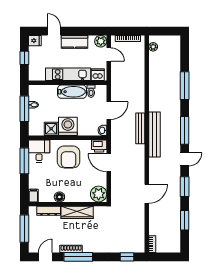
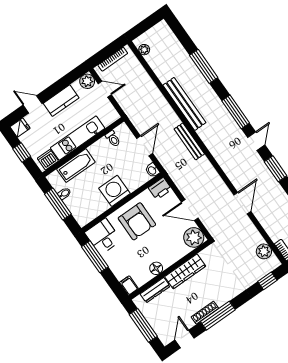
dishwasher: (98, 75) -> (48, 160), moved
bathtub: (72, 92) -> (76, 166), moved
shower: (51, 129) -> (99, 205), removed
bench: (154, 134) -> (184, 104), moved
door: (109, 163) -> (190, 210), moved
plant: (139, 236) -> (264, 251), added

